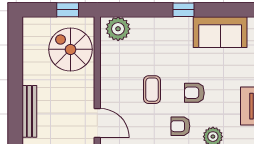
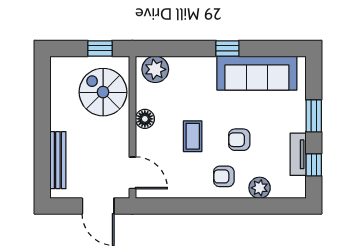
sofa: (220, 32) -> (257, 73), width x1.36
floor lamp: (109, 74) -> (145, 119), added

